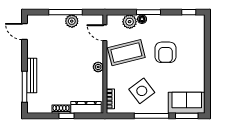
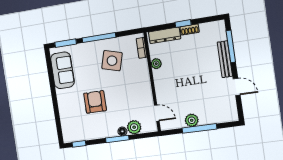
door: (24, 32) -> (237, 87), moved
coffee table: (126, 53) -> (133, 96), removed
plant: (98, 67) -> (156, 64), moved
side table: (142, 91) -> (112, 61), turned -37
sofa: (187, 103) -> (62, 70), moved, turned -90

